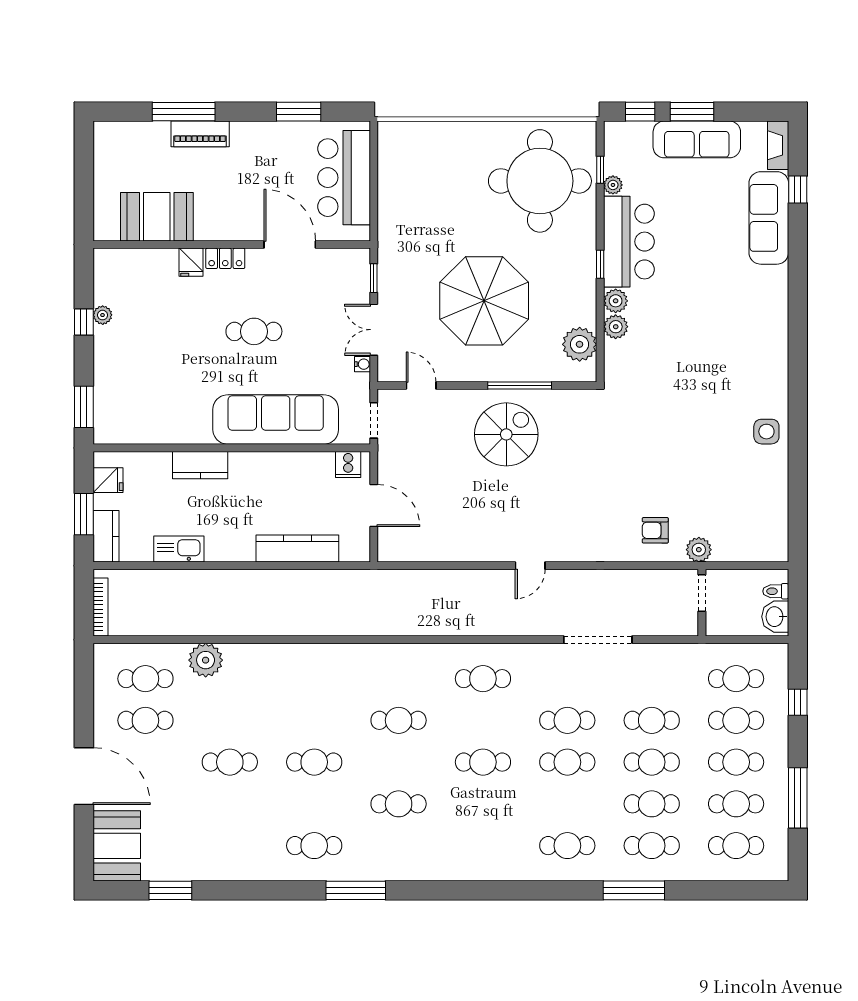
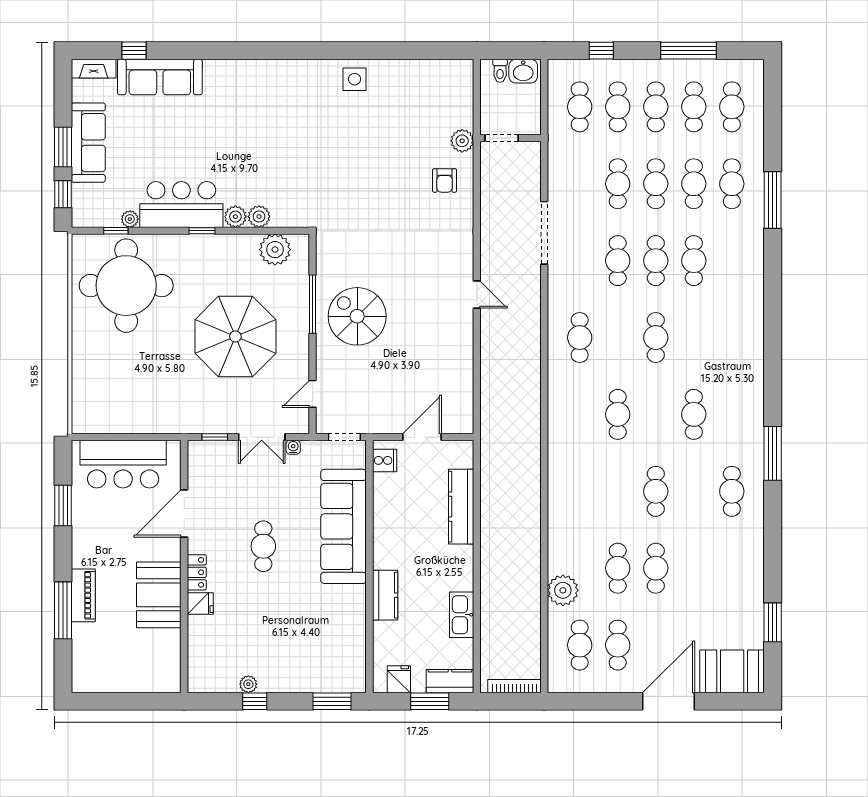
booth: (157, 217) -> (159, 595), moved
cafe table: (230, 720) -> (618, 568), added
cafe table: (567, 846) -> (694, 261), moved

